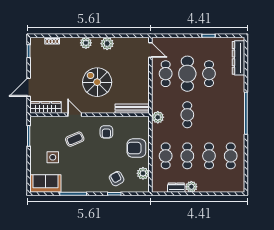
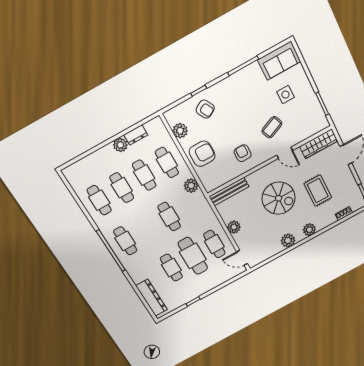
rug: (64, 71) -> (318, 191), added
plant: (143, 79) -> (234, 227), added
cafe table: (231, 115) -> (125, 241), added
plant: (158, 117) -> (191, 186), moved

